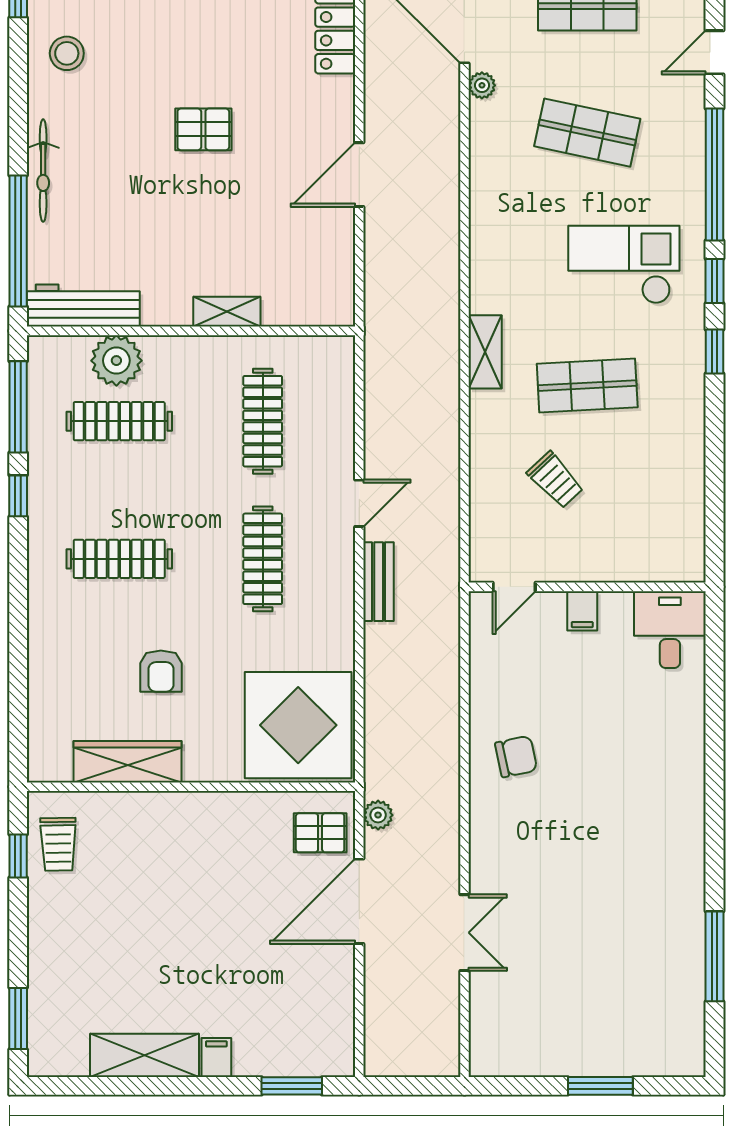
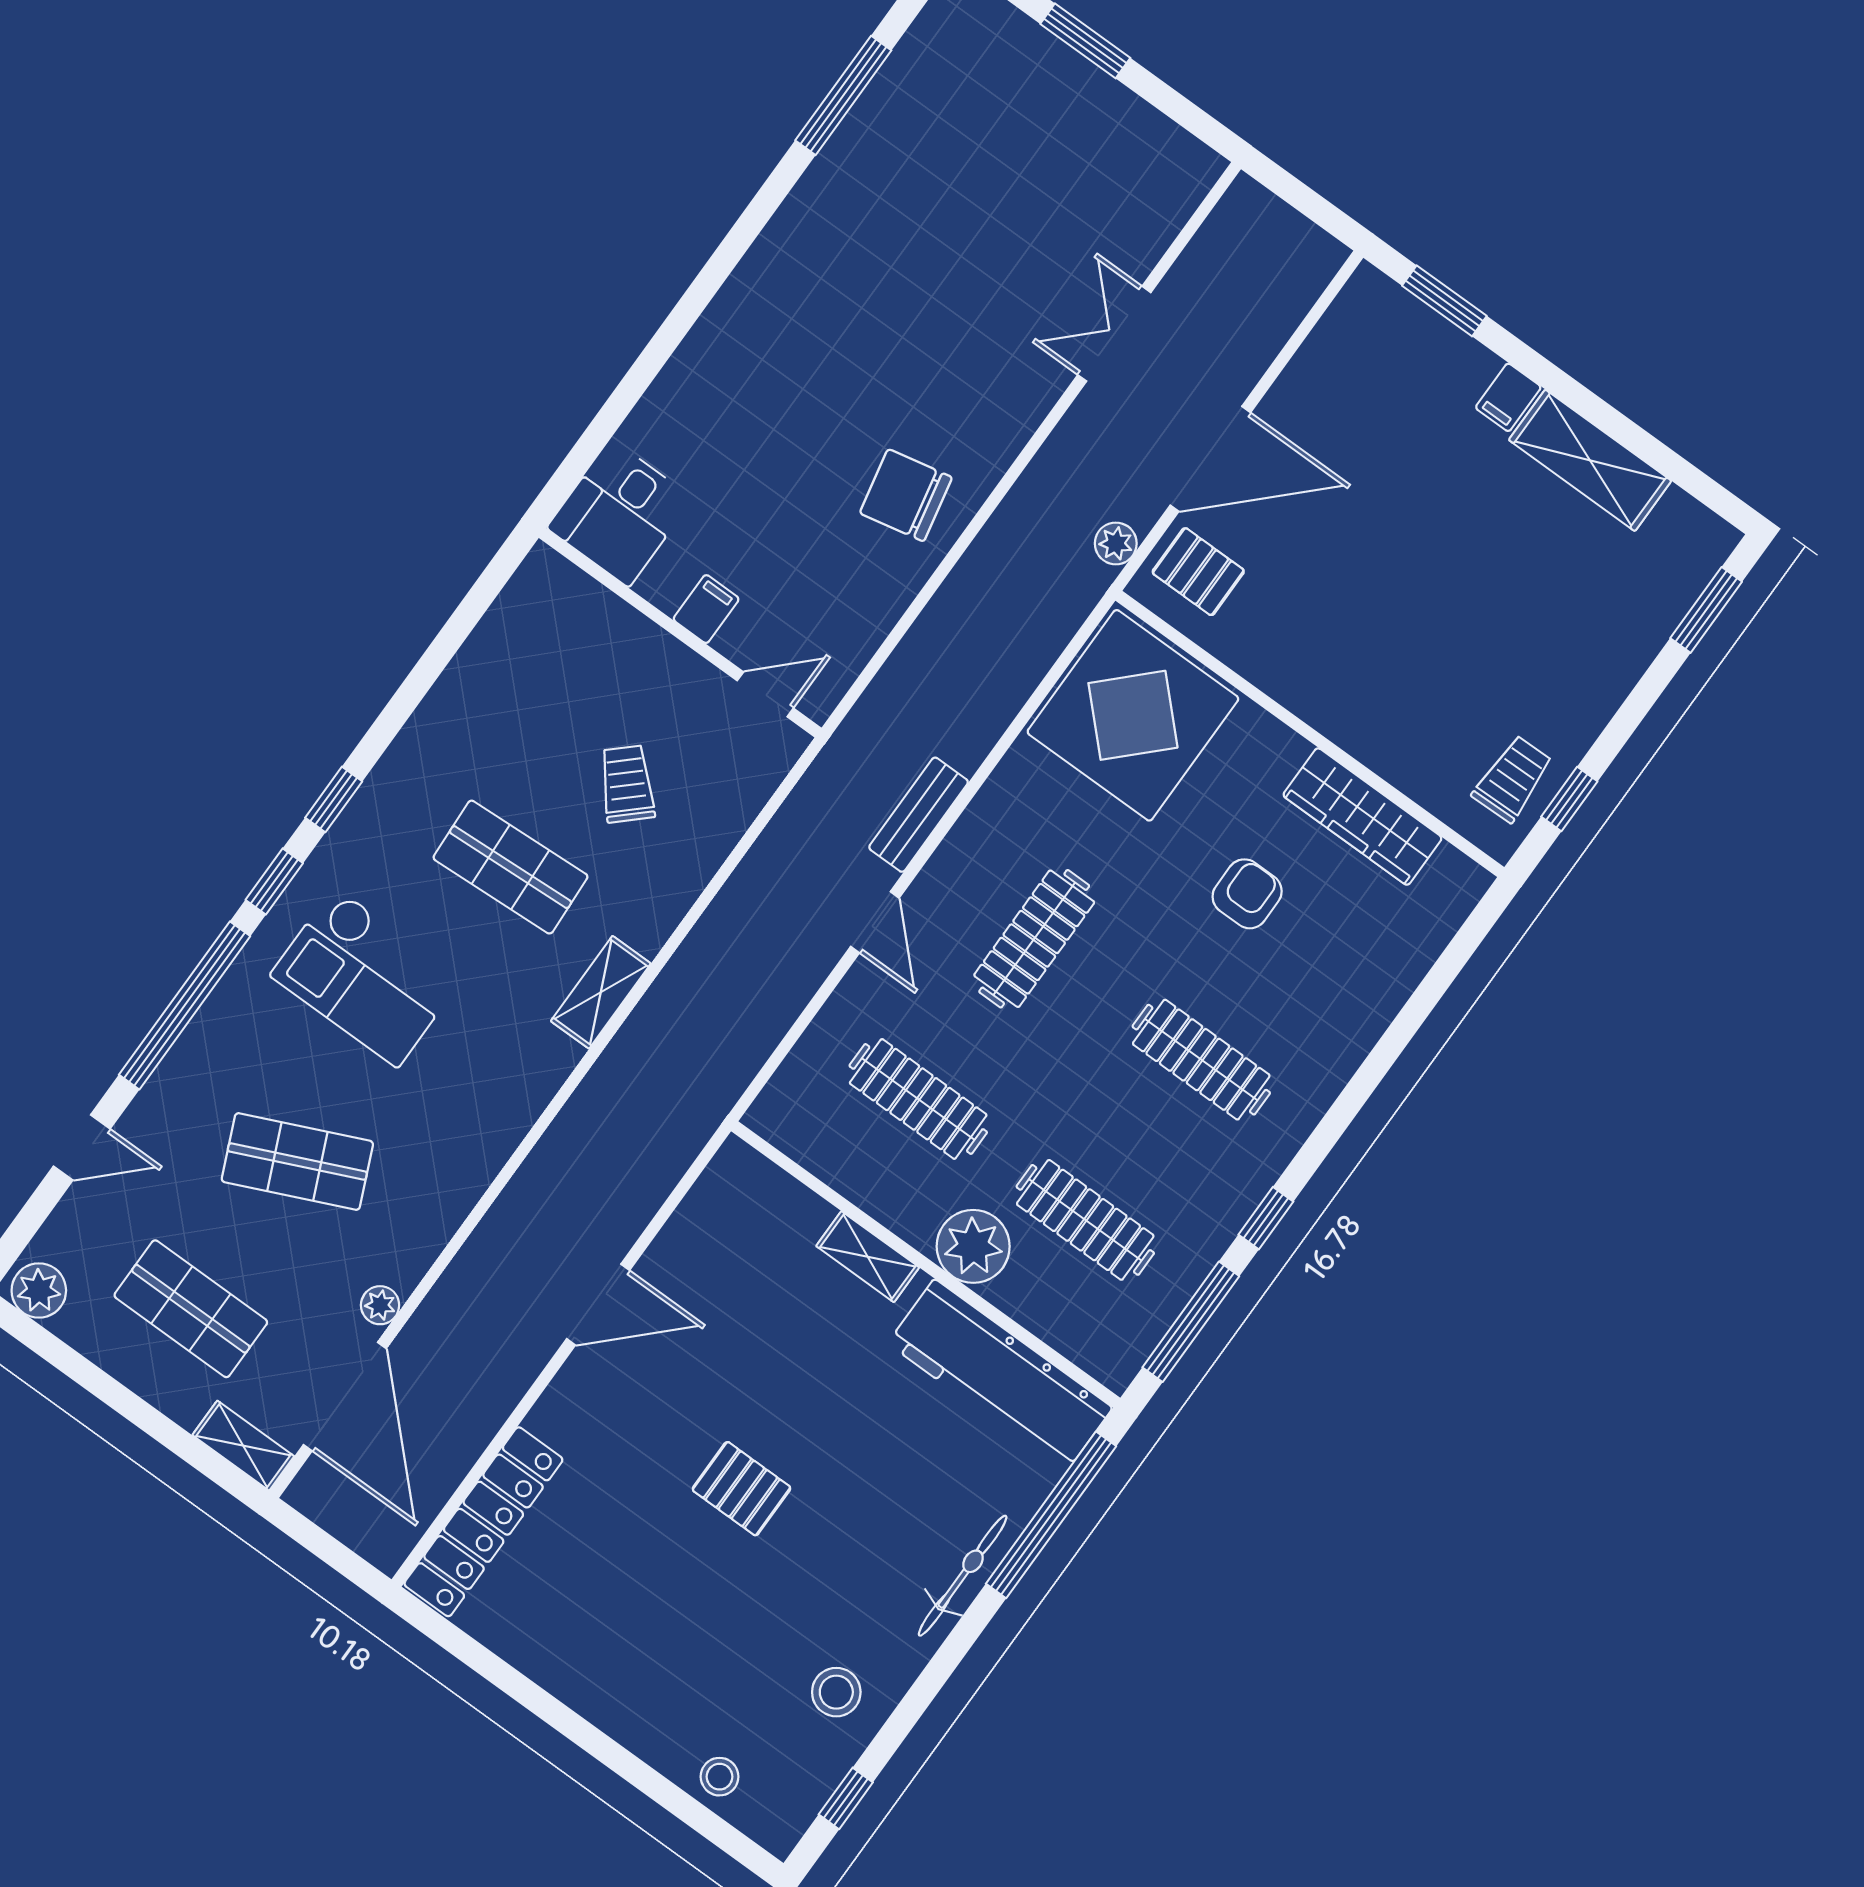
shop shelf: (587, 133) -> (297, 1162), turned -36
workbench: (83, 306) -> (1000, 1375), width x1.36, depth x1.32
plant: (116, 361) -> (973, 1246), moved
clothes rail: (263, 421) -> (918, 1099), turned 90
door: (359, 503) -> (875, 922), swing flipped
chair: (516, 757) -> (906, 495), width x1.37, depth x1.37

